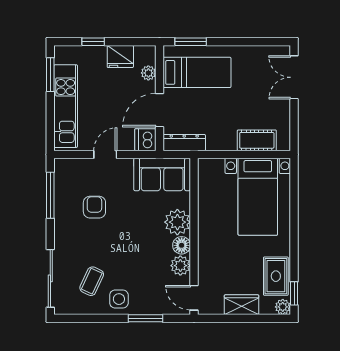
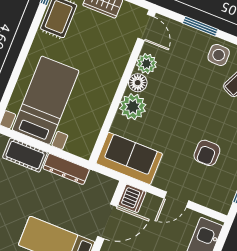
dresser: (184, 143) -> (66, 169), moved

